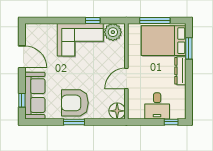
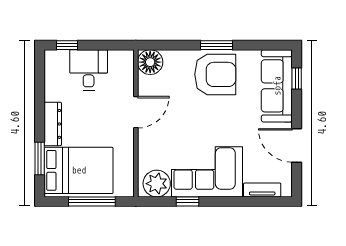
tv unit: (44, 28) -> (262, 190), added

